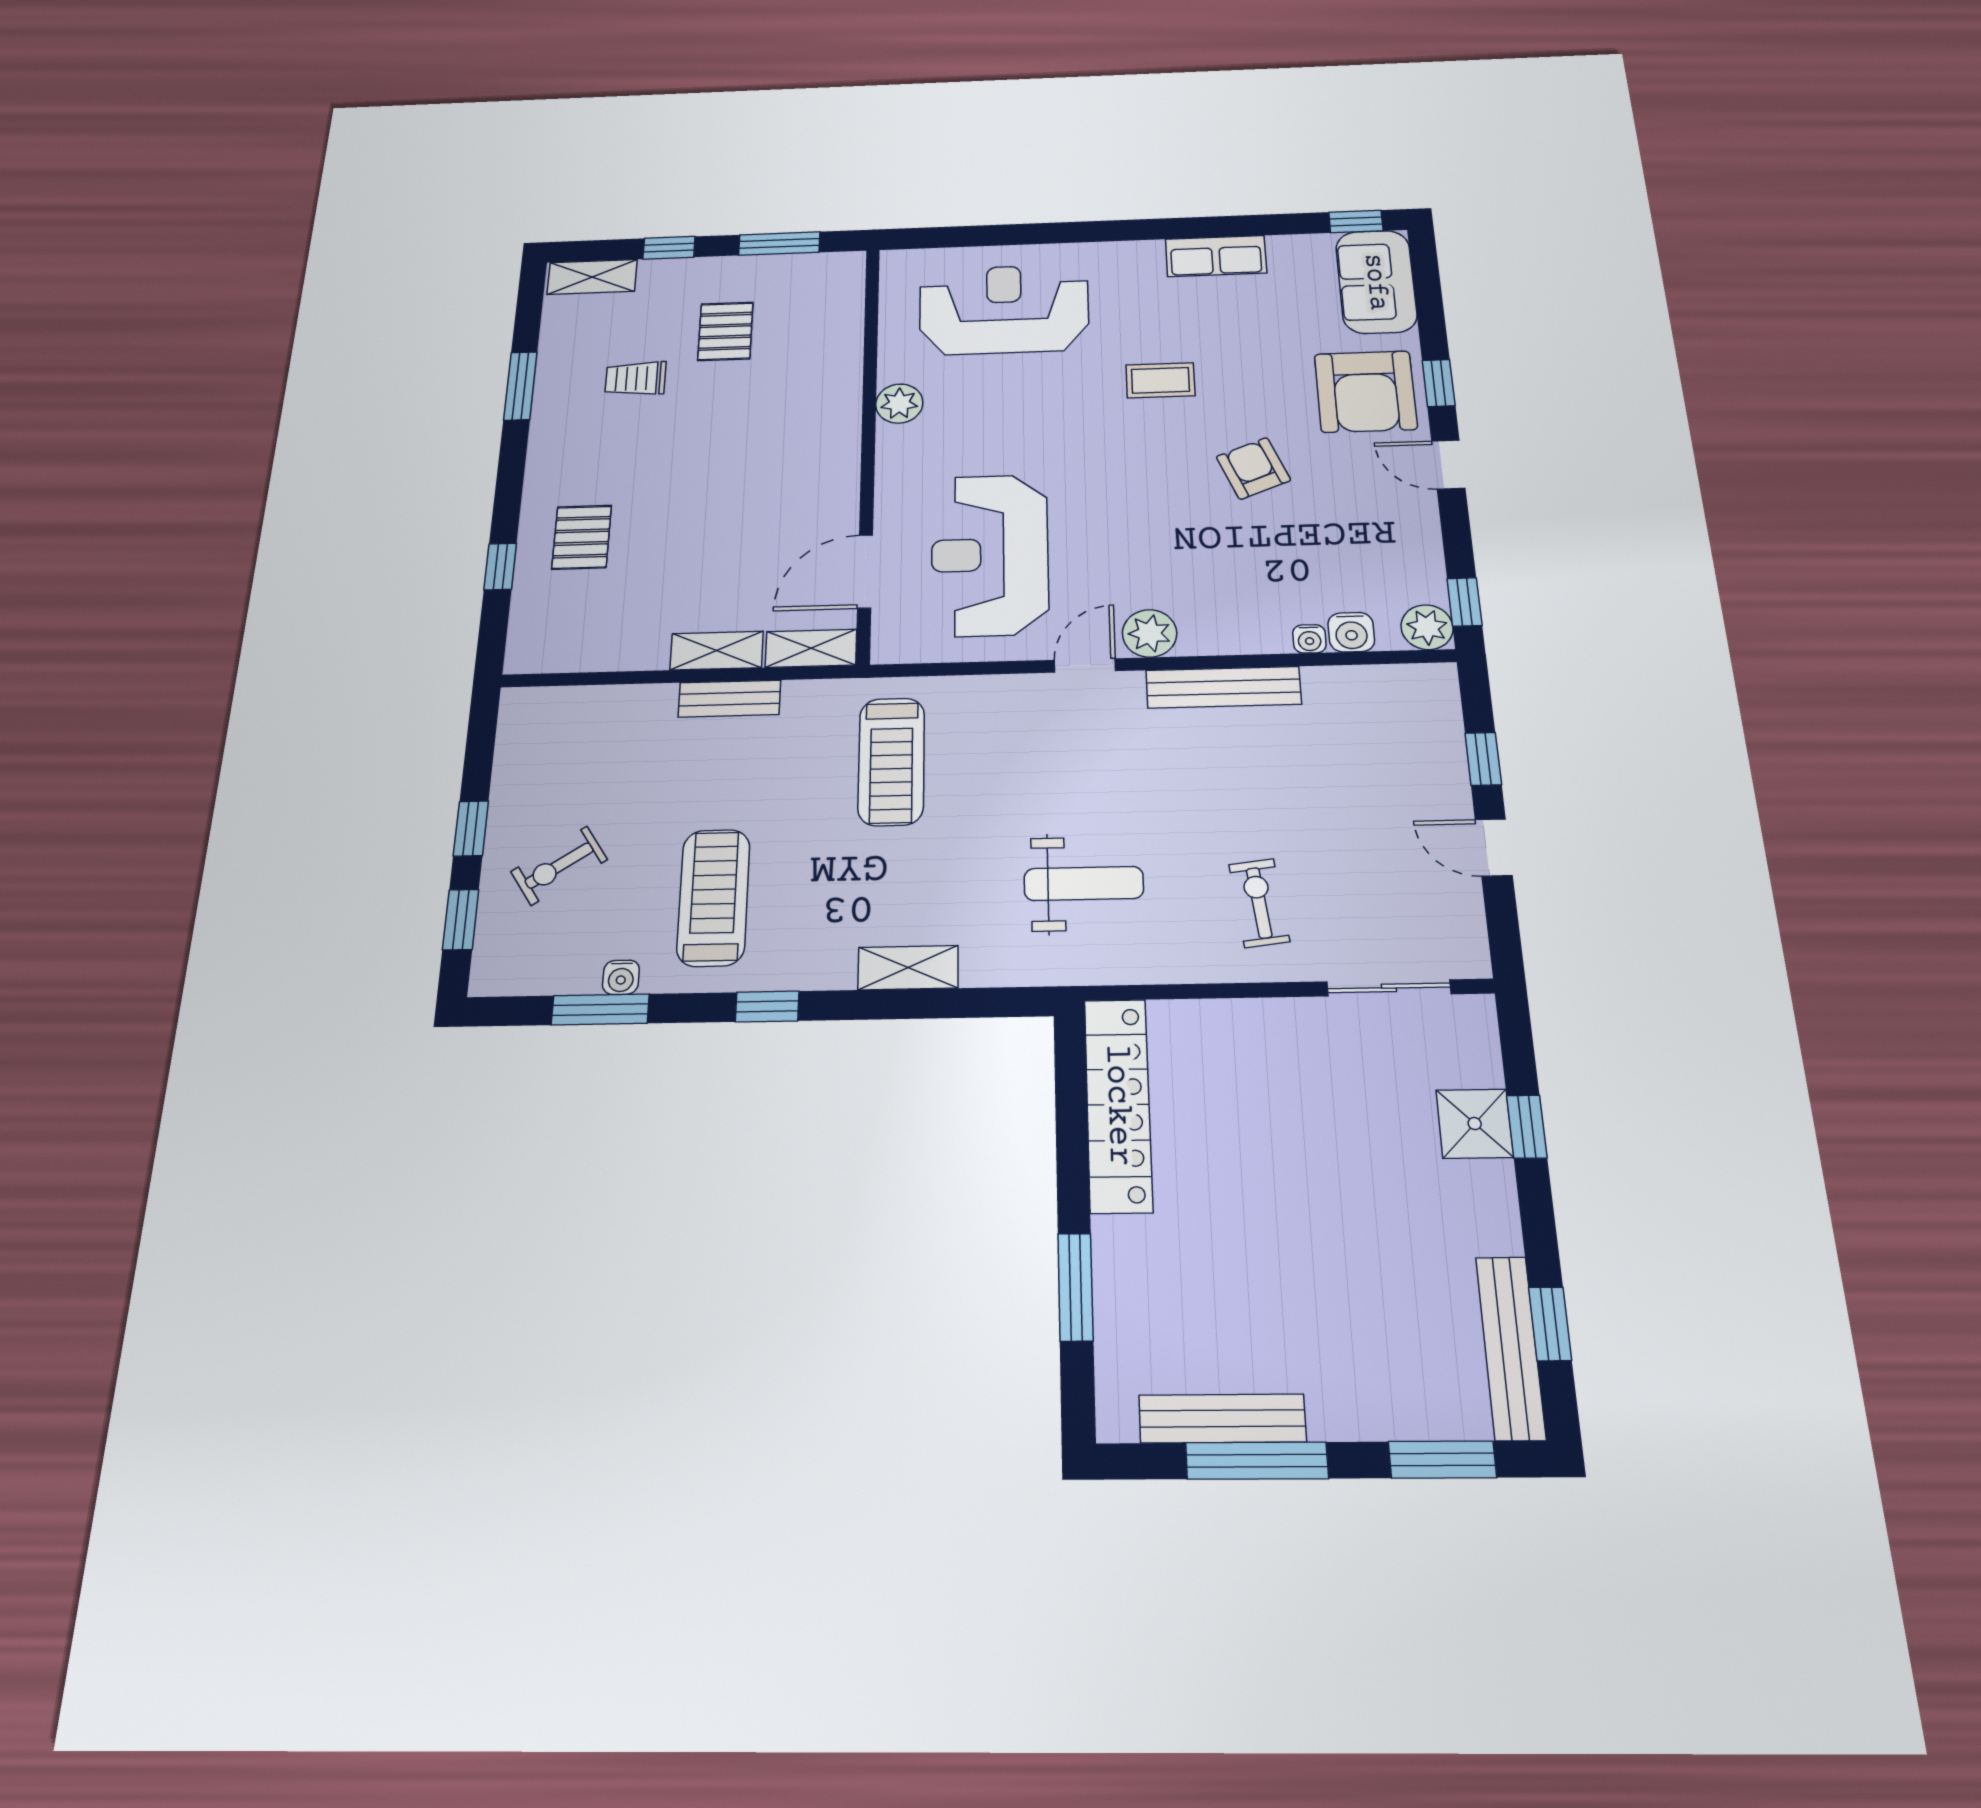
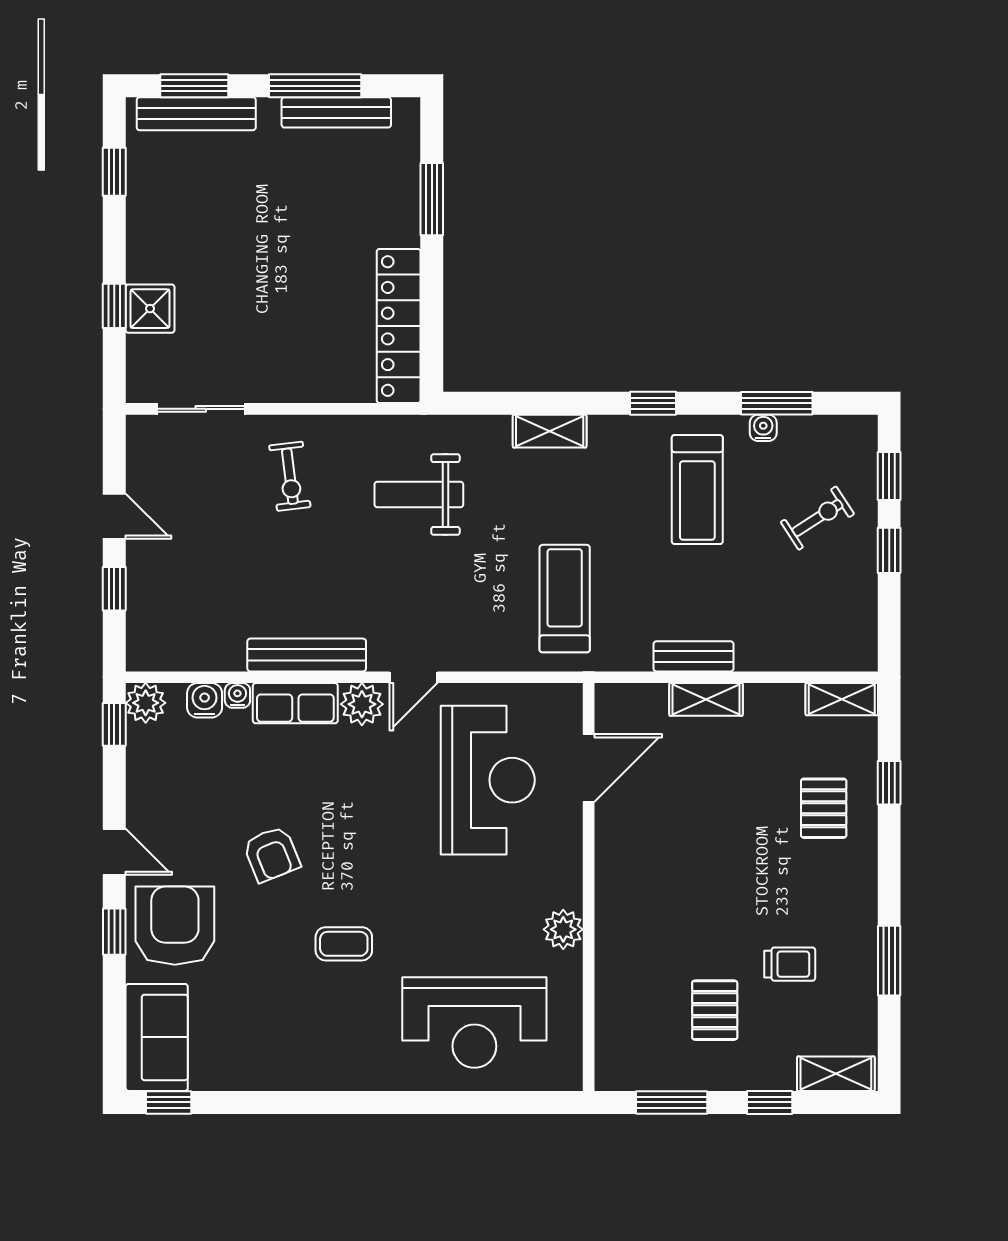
row of seats: (1216, 256) -> (295, 703), moved, turned 180
shelving: (811, 648) -> (842, 699), moved
bench: (1510, 1348) -> (196, 114), moved, turned 90

